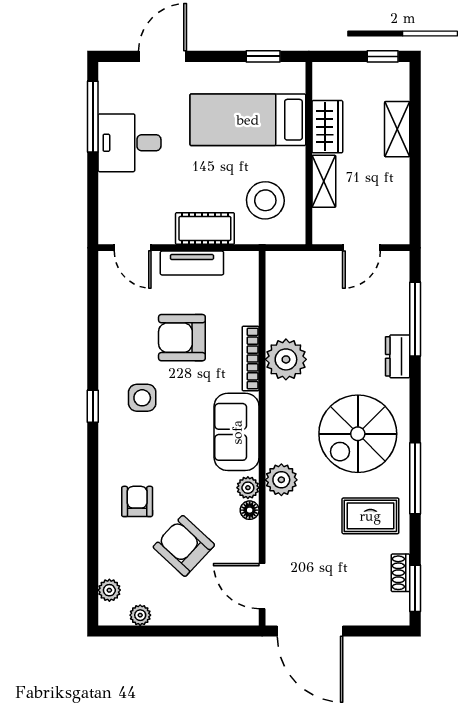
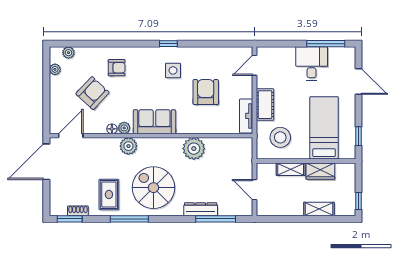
tv unit: (192, 263) -> (246, 116), moved
dresser: (398, 356) -> (201, 209), width x1.44
bookcase: (251, 359) -> (194, 129), removed

